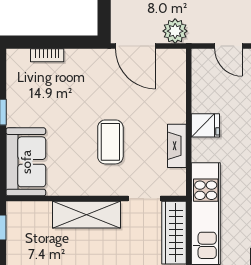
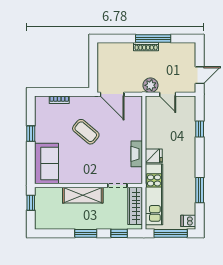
plant: (175, 31) -> (150, 85), moved
fridge: (205, 125) -> (154, 156), moved
coffee table: (110, 142) -> (86, 132), moved, turned -50

